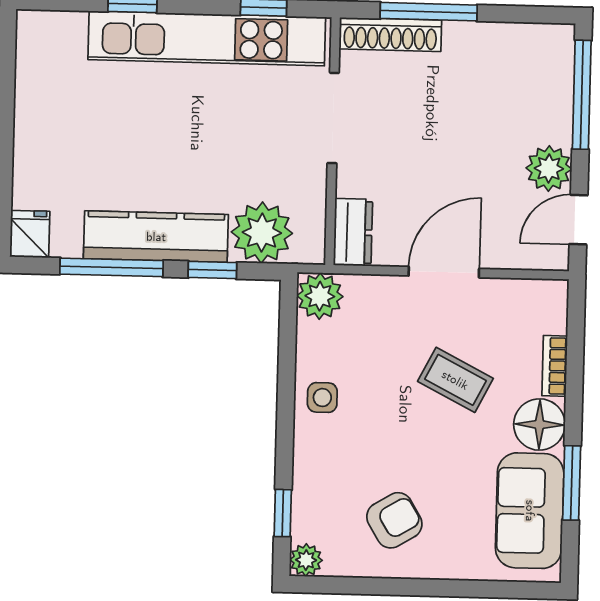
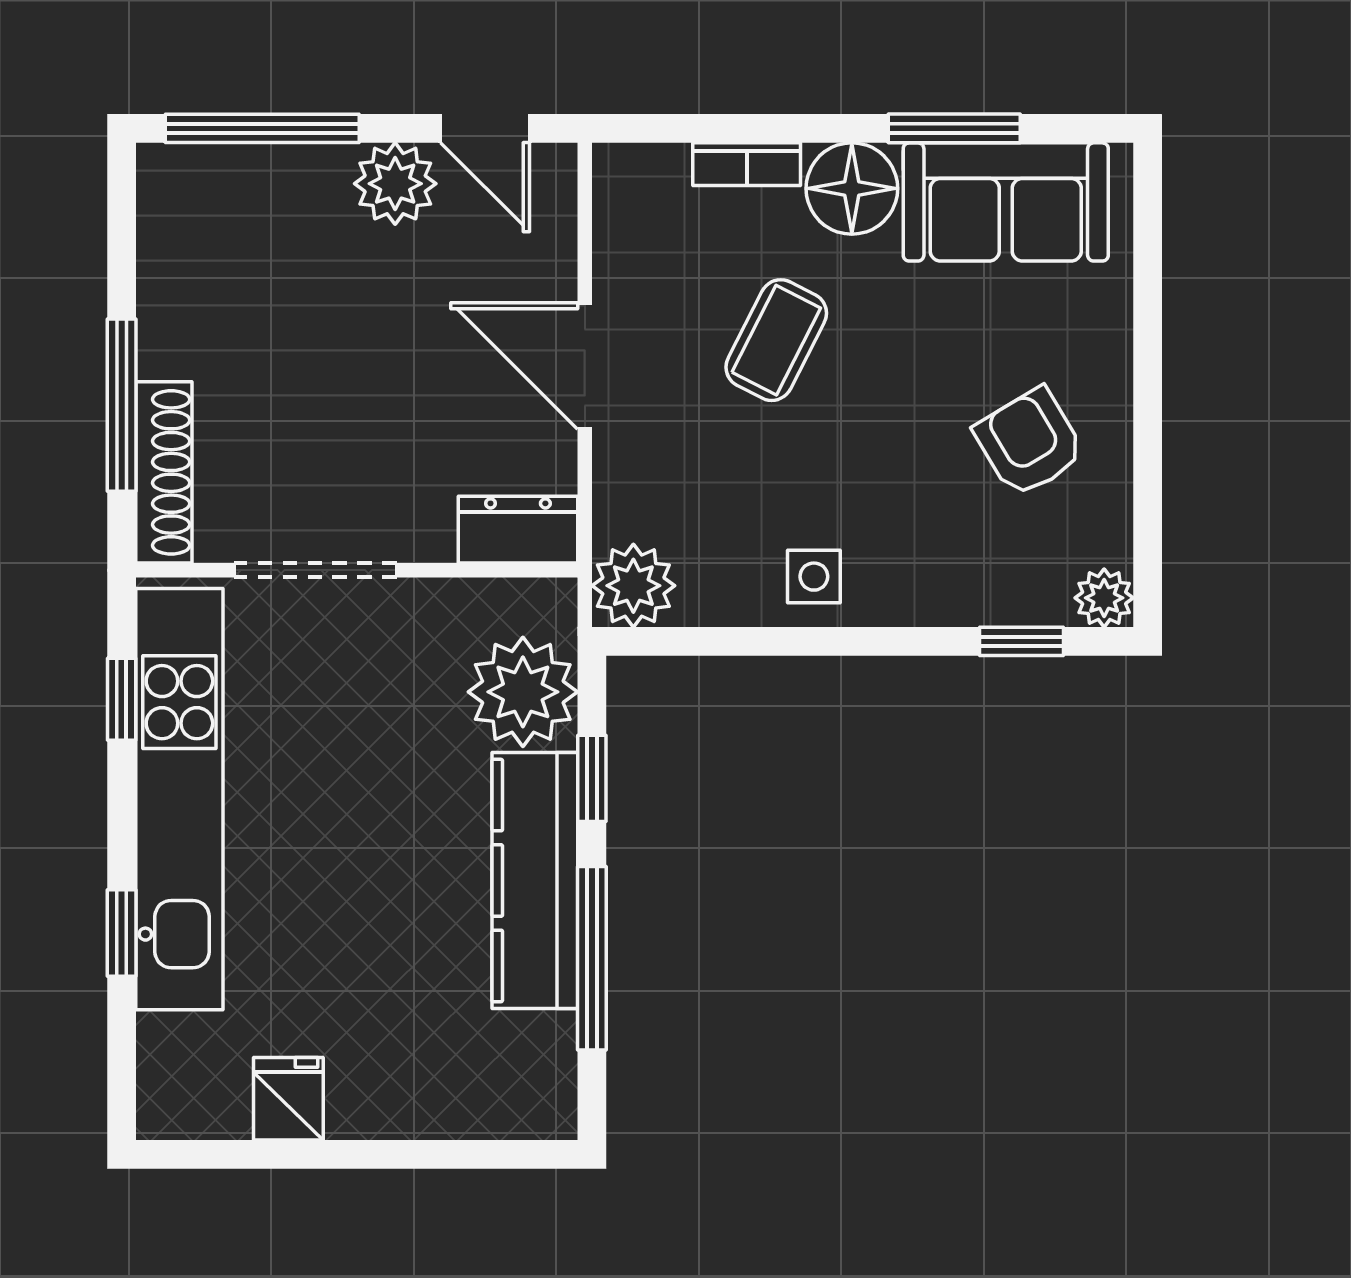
fridge: (30, 234) -> (288, 1099), moved, turned 90

